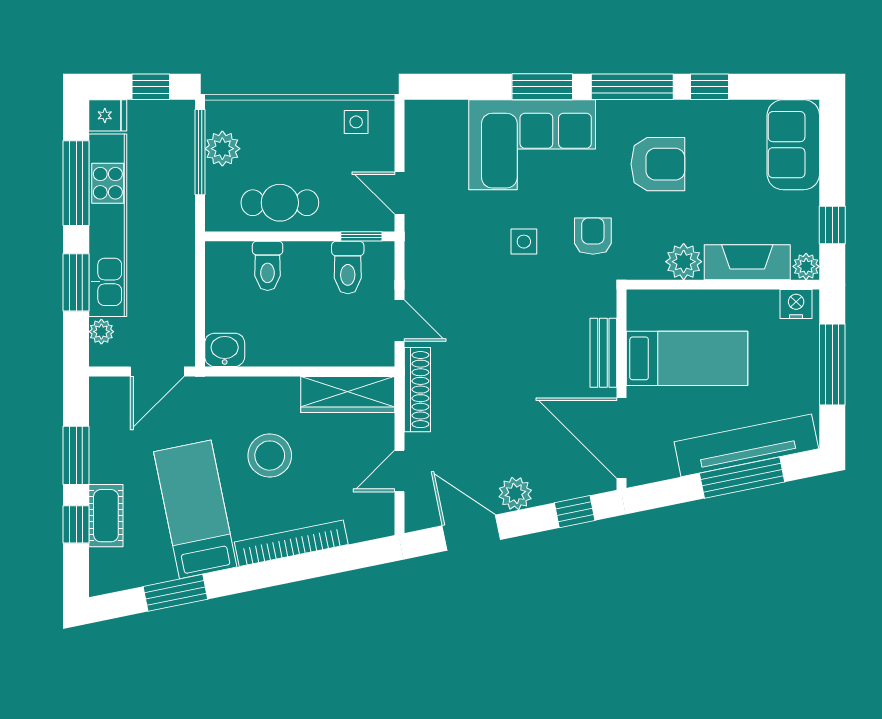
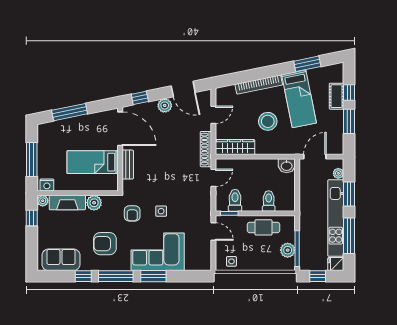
sofa: (793, 145) -> (61, 260), moved, turned -90
door: (399, 321) -> (213, 178), swing flipped
tv unit: (746, 445) -> (68, 126), removed

